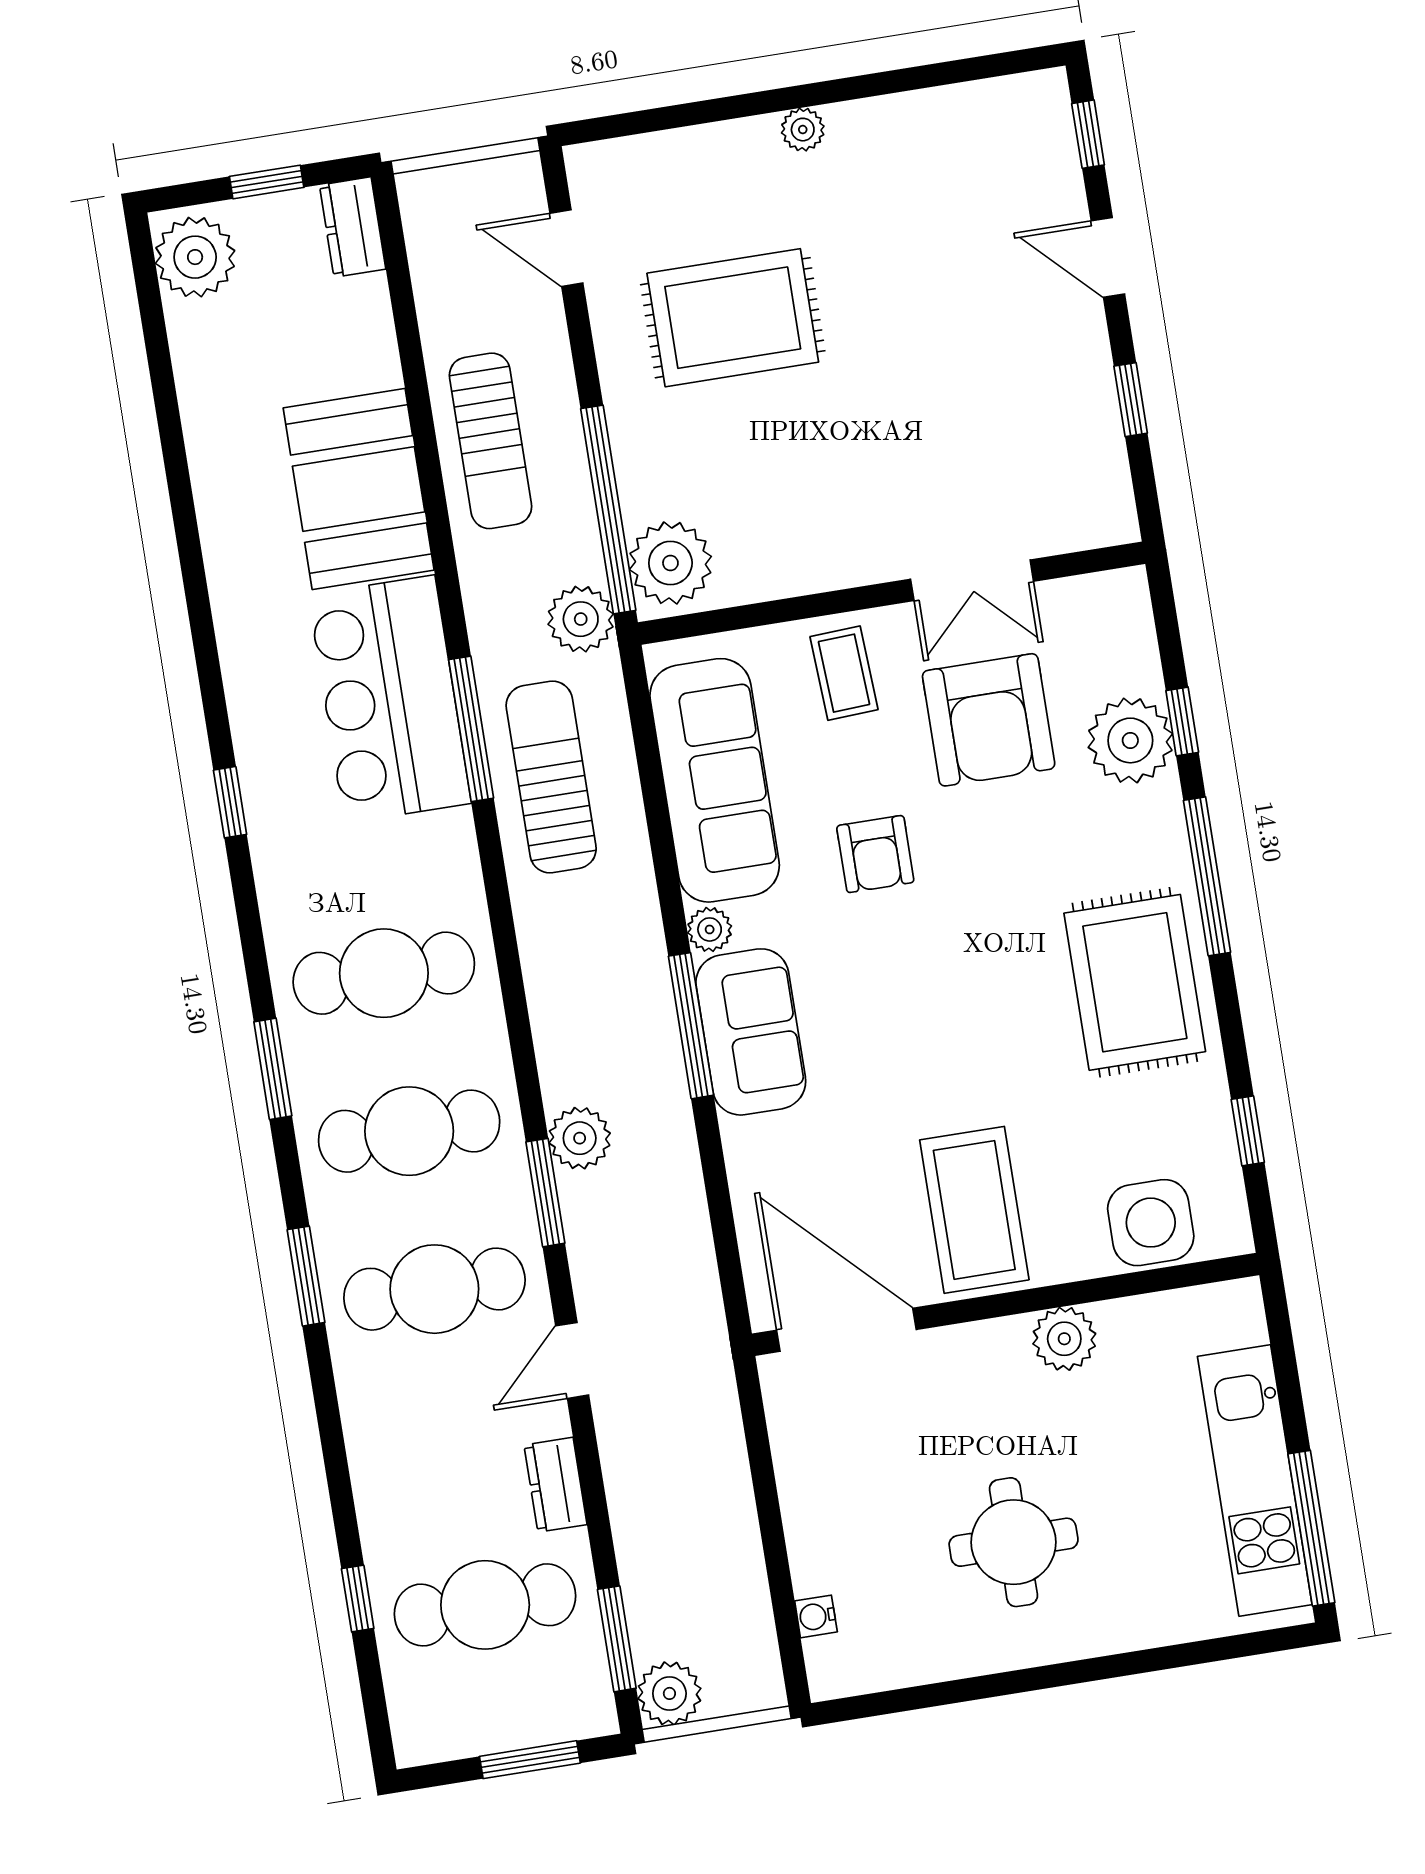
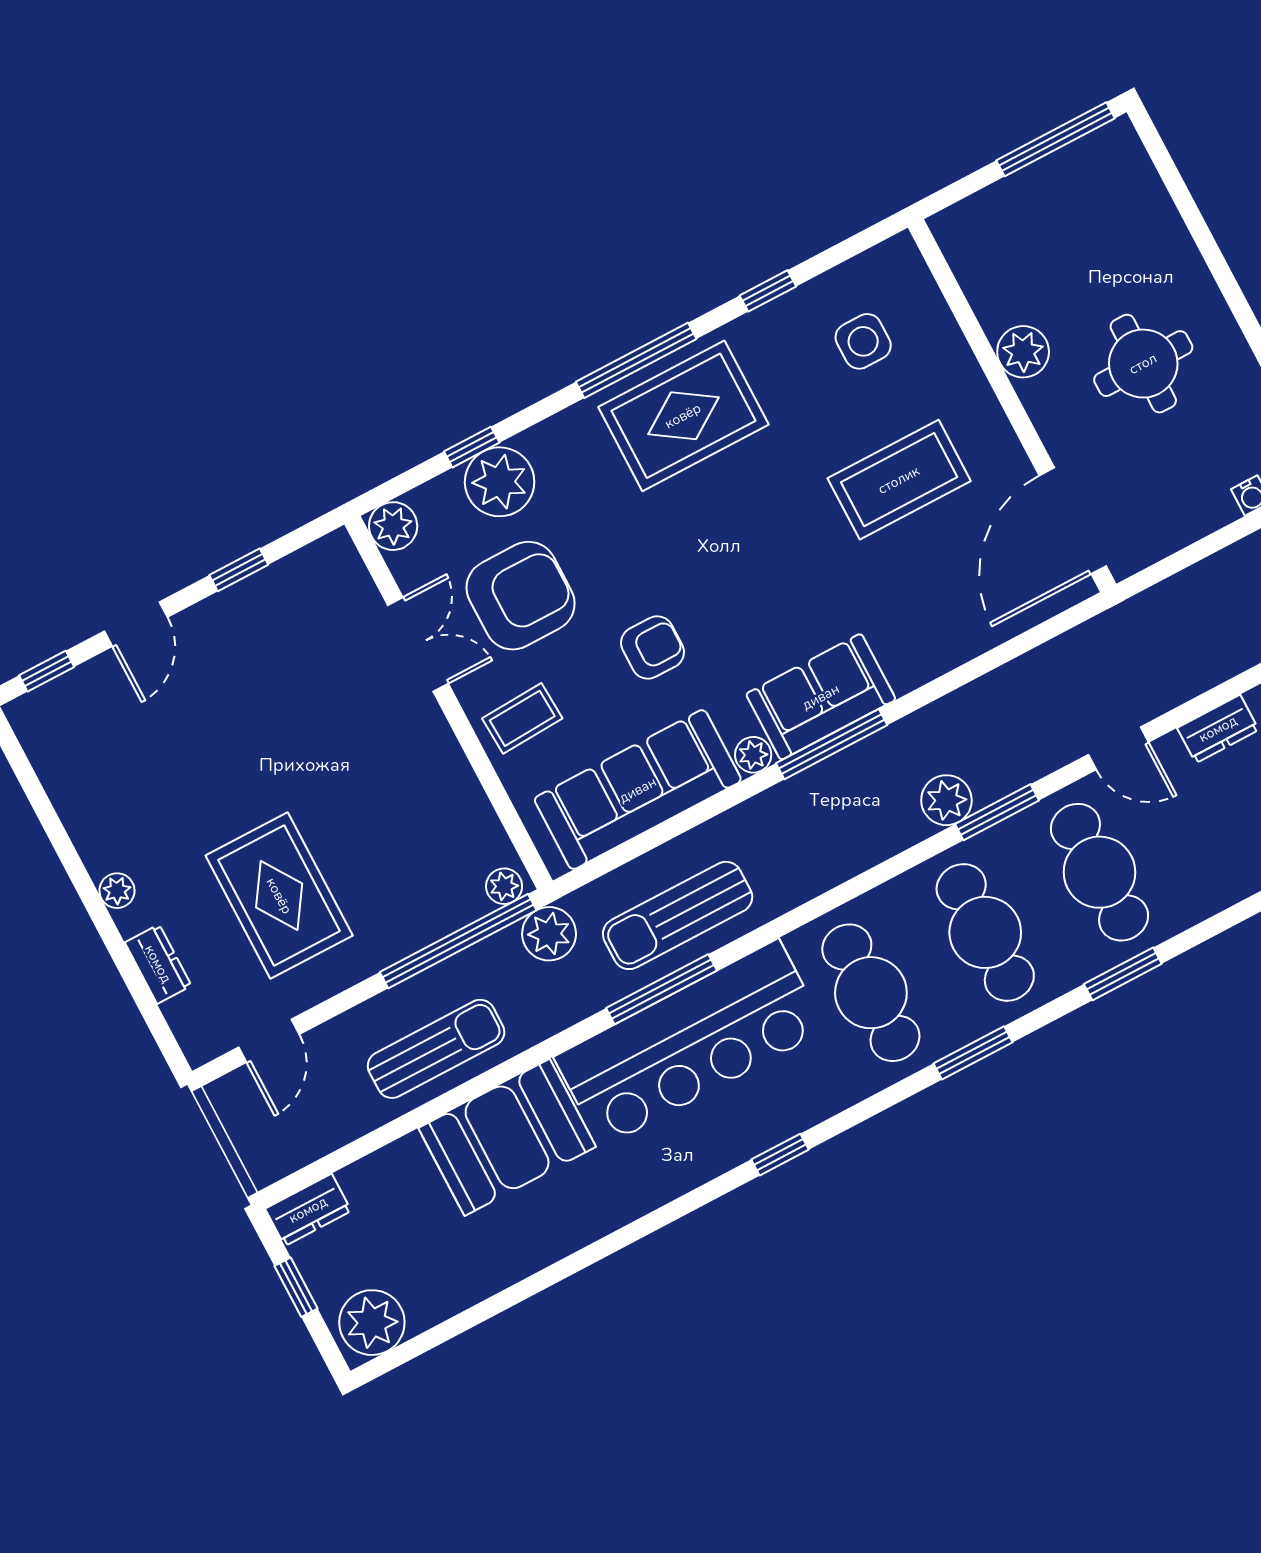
dresser: (700, 149) -> (158, 964), added
plant: (670, 563) -> (504, 886), width x0.53, depth x0.53
plant: (1121, 598) -> (393, 526), added
bar counter: (390, 699) -> (690, 1043), width x1.36
window: (1207, 876) -> (636, 360), moved
side table: (1151, 1223) -> (863, 341), width x0.73, depth x0.73
wall: (1006, 1304) -> (1012, 406), moved
door: (846, 1330) -> (1073, 521), moved
plant: (1064, 1339) -> (1023, 352), moved
kitchen unit: (1255, 1481) -> (1034, 195), removed

